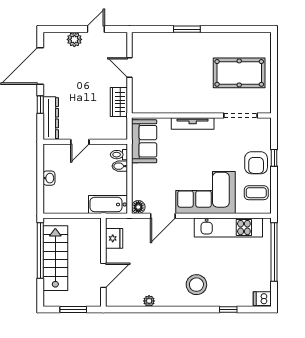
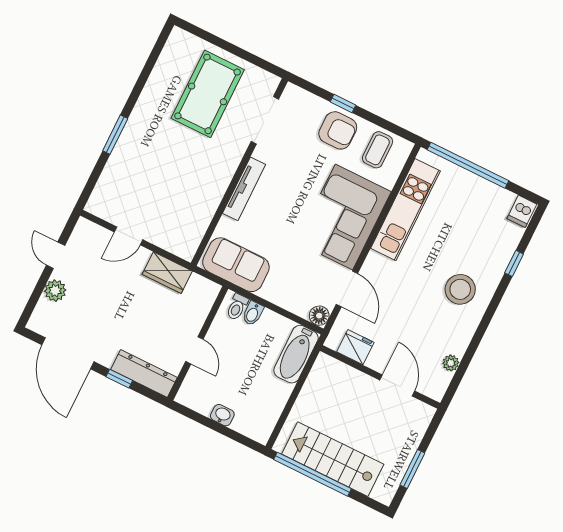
fridge: (114, 238) -> (355, 347), moved
wall: (103, 262) -> (380, 377), moved
door: (103, 275) -> (397, 385), moved

